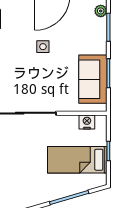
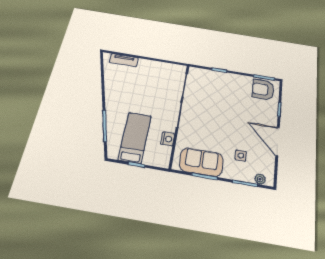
side table: (43, 47) -> (241, 156), moved
nightstand: (87, 122) -> (168, 139), moved

